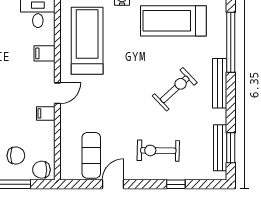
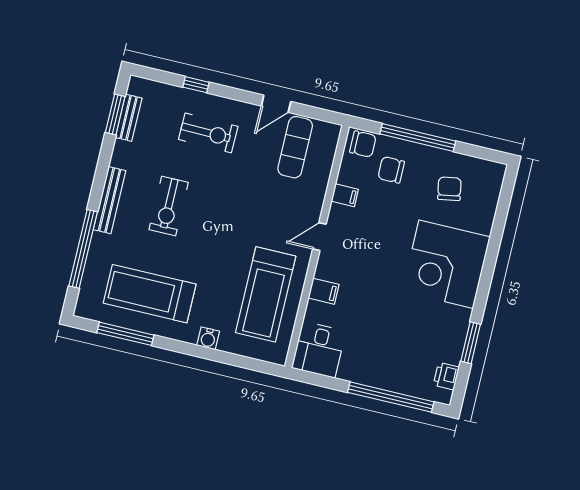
treadmill: (173, 21) -> (150, 294), turned 180
exercise bike: (175, 89) -> (169, 206), turned -47
filing cabinet: (46, 113) -> (345, 195), moved
bench: (220, 148) -> (129, 118), width x0.73

